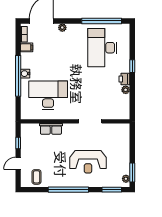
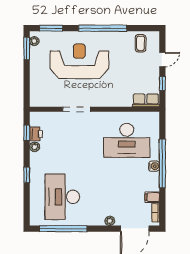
desk: (102, 48) -> (62, 197), turned 180
printer: (124, 79) -> (36, 134), moved
window: (132, 102) -> (27, 133), added
row of seats: (51, 129) -> (146, 100), moved
reception desk: (88, 162) -> (79, 61), width x1.36, depth x1.30

